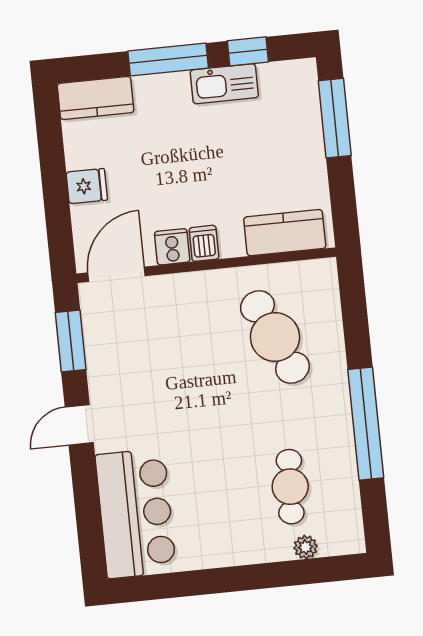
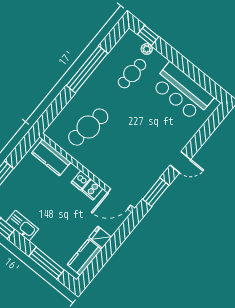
window: (168, 59) -> (46, 263), moved
kitchen counter: (96, 98) -> (84, 257), moved, turned -90
cafe table: (275, 337) -> (88, 127), turned 33
bar counter: (136, 514) -> (182, 92), moved, turned -90
window: (324, 570) -> (148, 36), added

